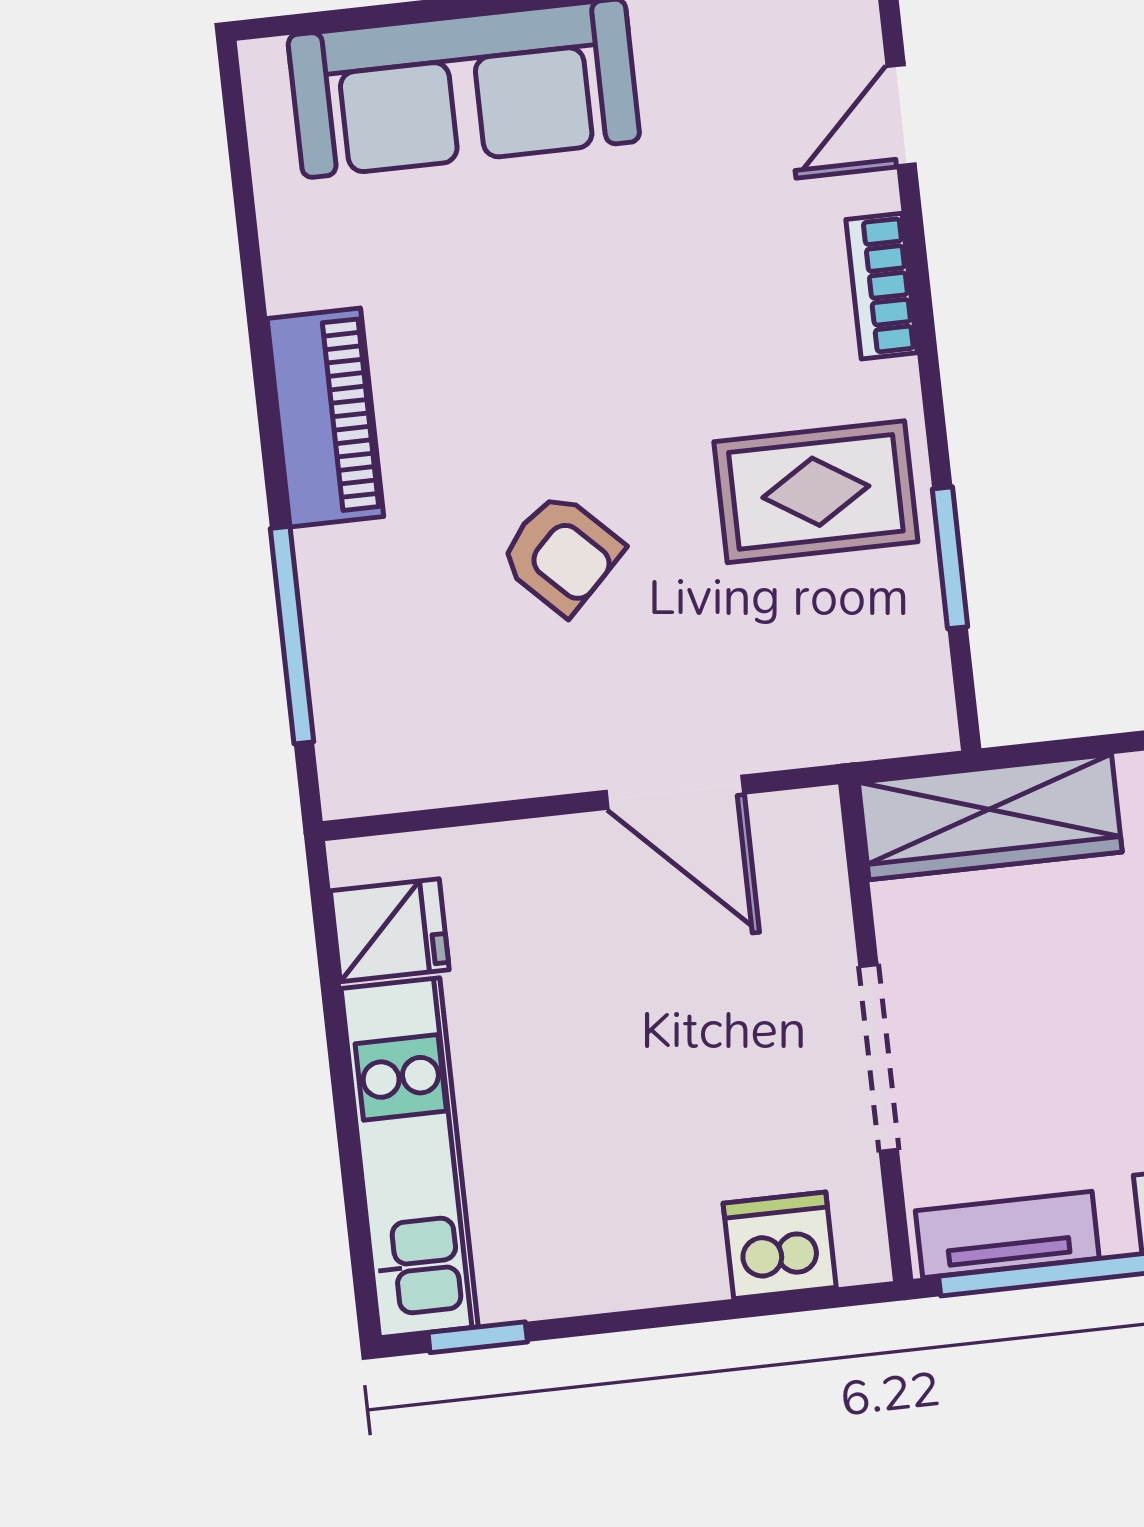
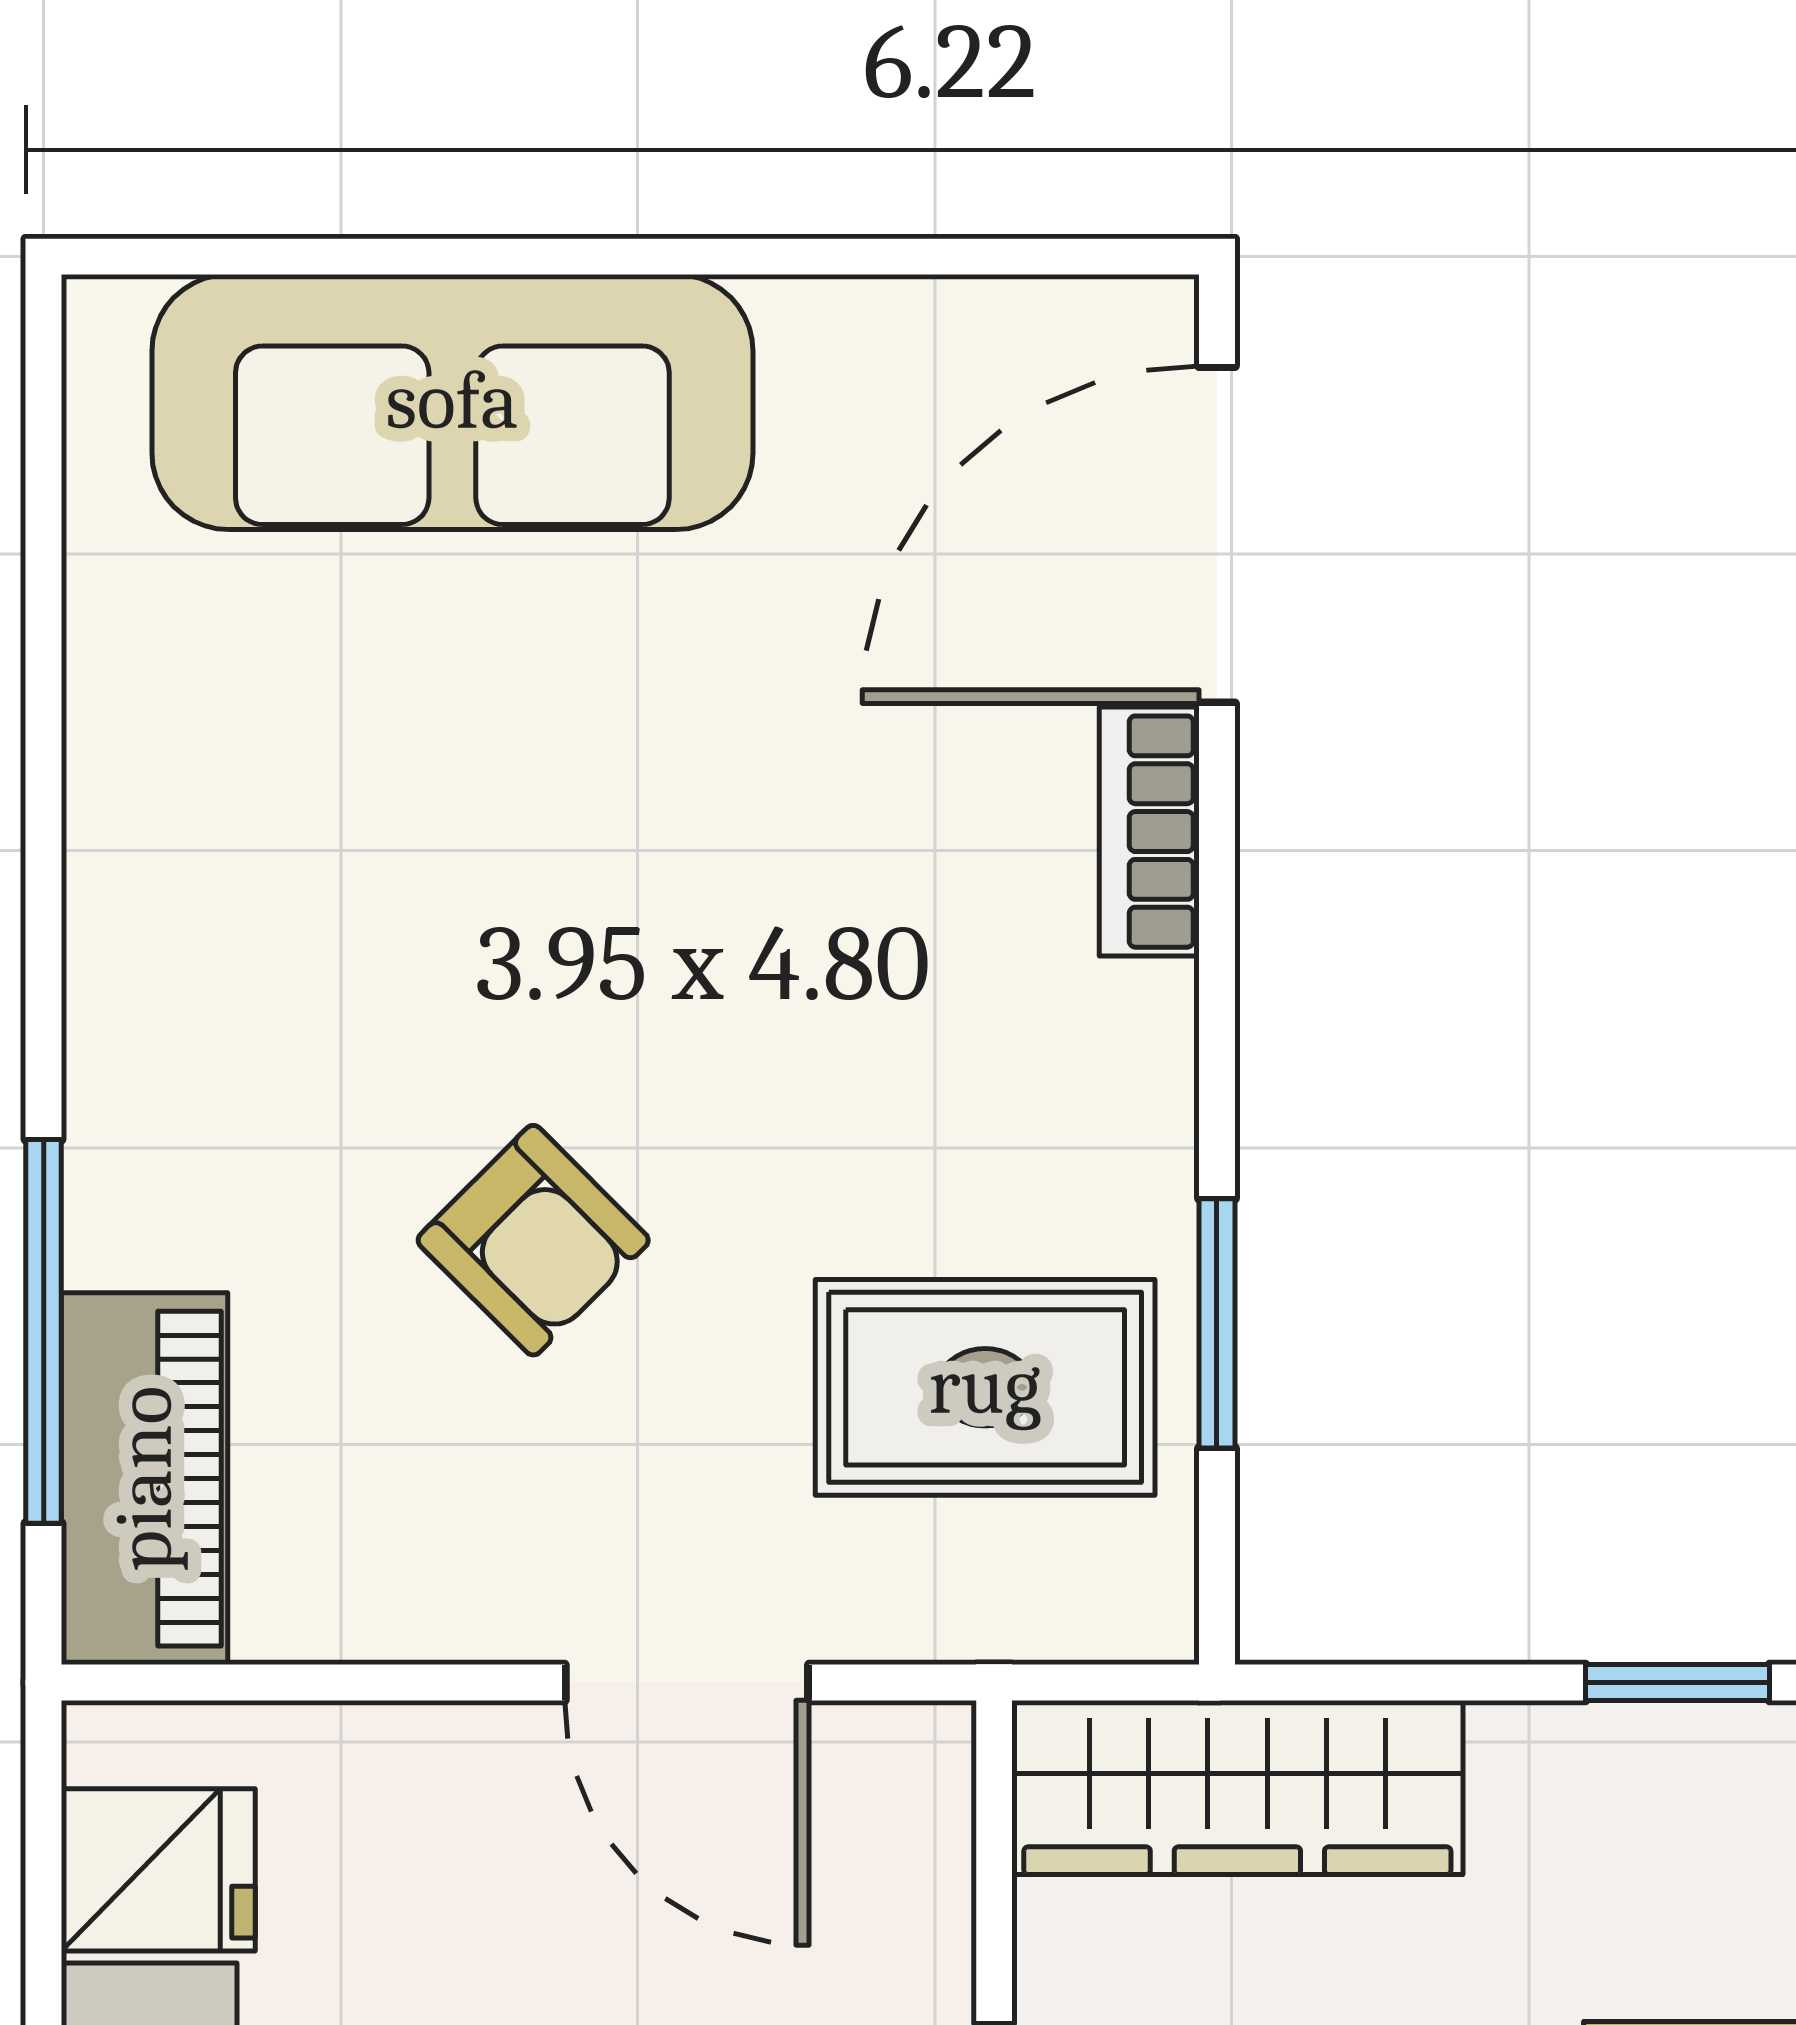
door: (901, 115) -> (1217, 535), width x1.87
piano: (325, 417) -> (145, 1479), moved
rug: (816, 492) -> (985, 1387), moved

